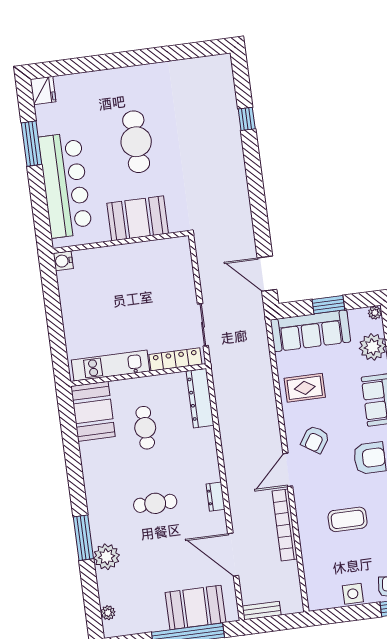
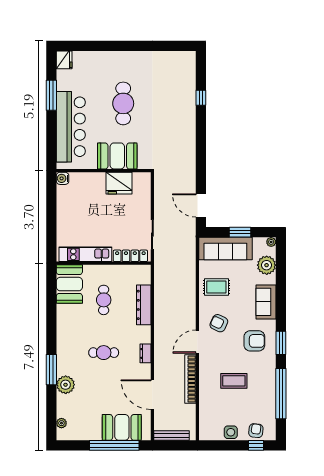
fridge: (145, 257) -> (119, 183), added
dresser: (200, 398) -> (144, 305), moved
armchair: (315, 439) -> (219, 323), turned 82
bench: (262, 611) -> (172, 436), width x1.36

